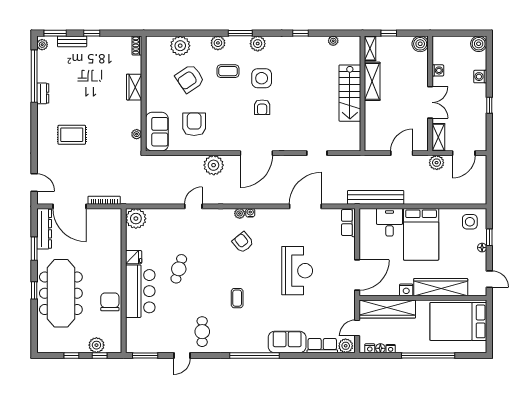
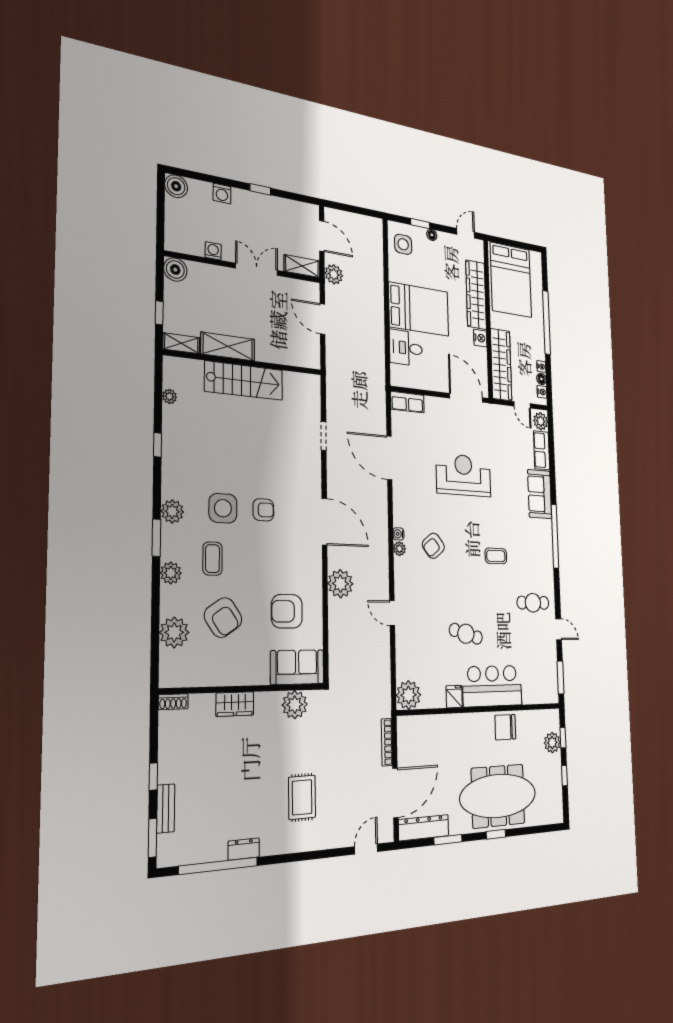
plant: (42, 45) -> (170, 858), removed
plant: (137, 134) -> (295, 705), width x1.87, depth x1.87
bench: (376, 197) -> (377, 362), removed

